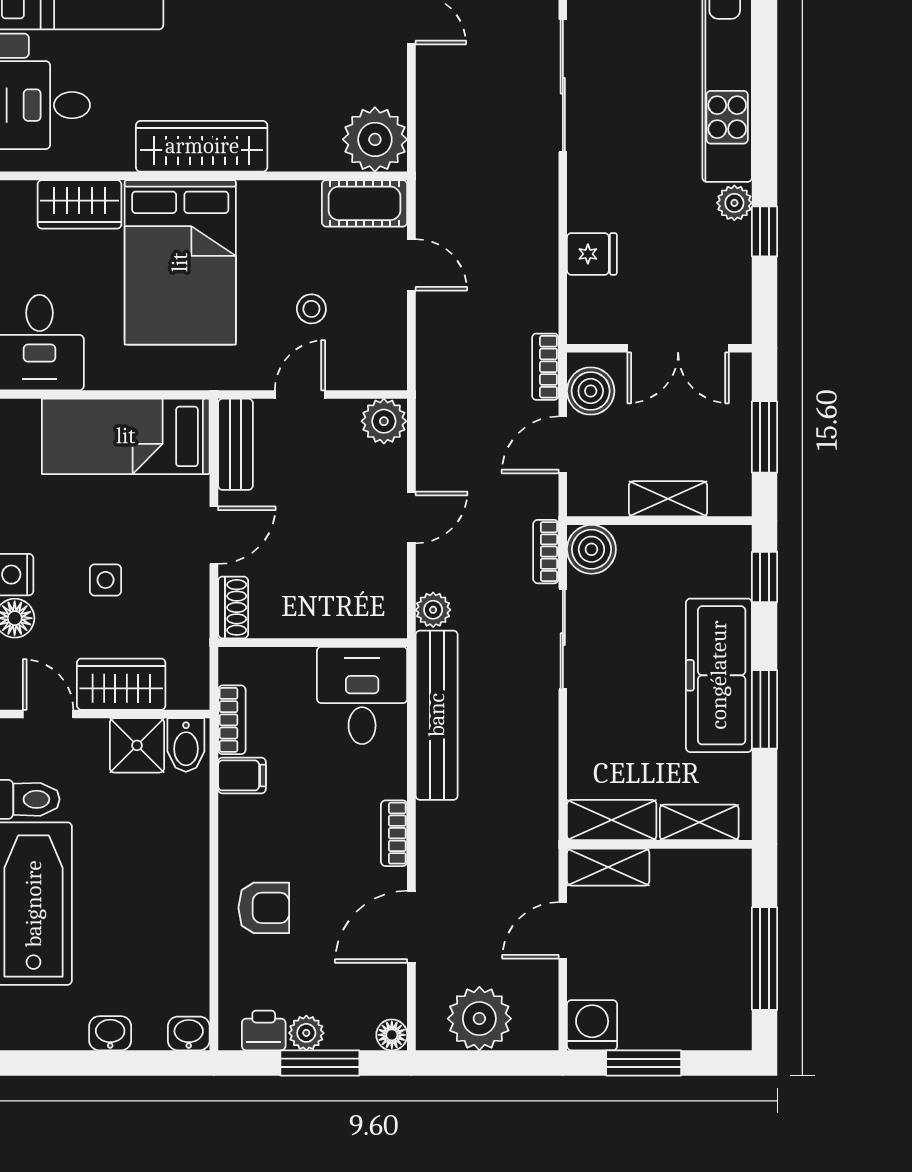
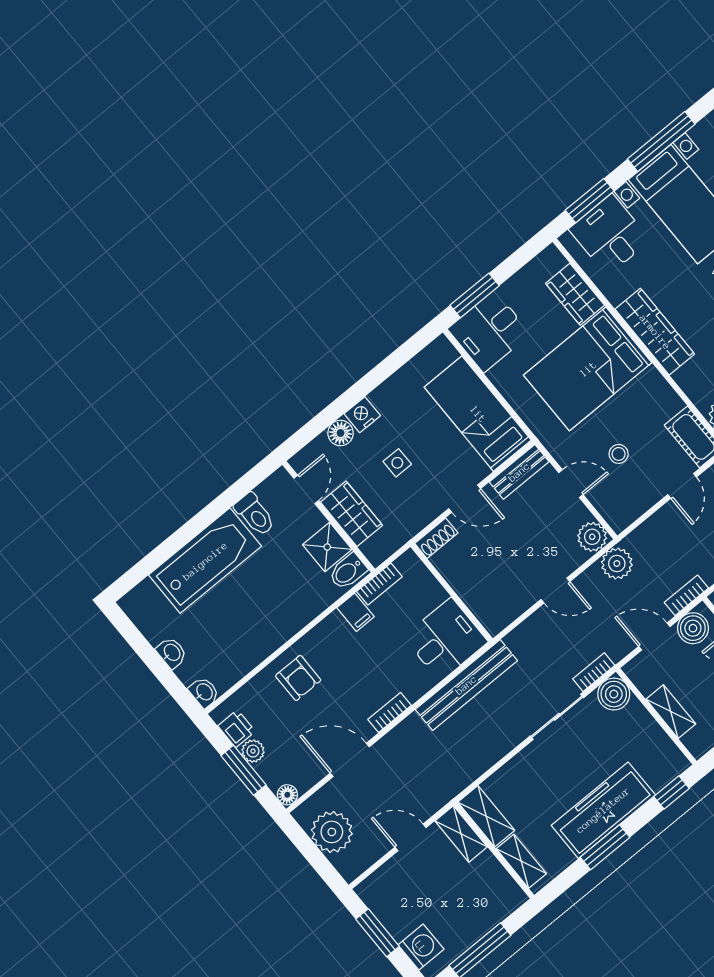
plant: (433, 610) -> (617, 564), moved, width x1.38, depth x1.38
washing machine: (592, 1025) -> (421, 947), moved

